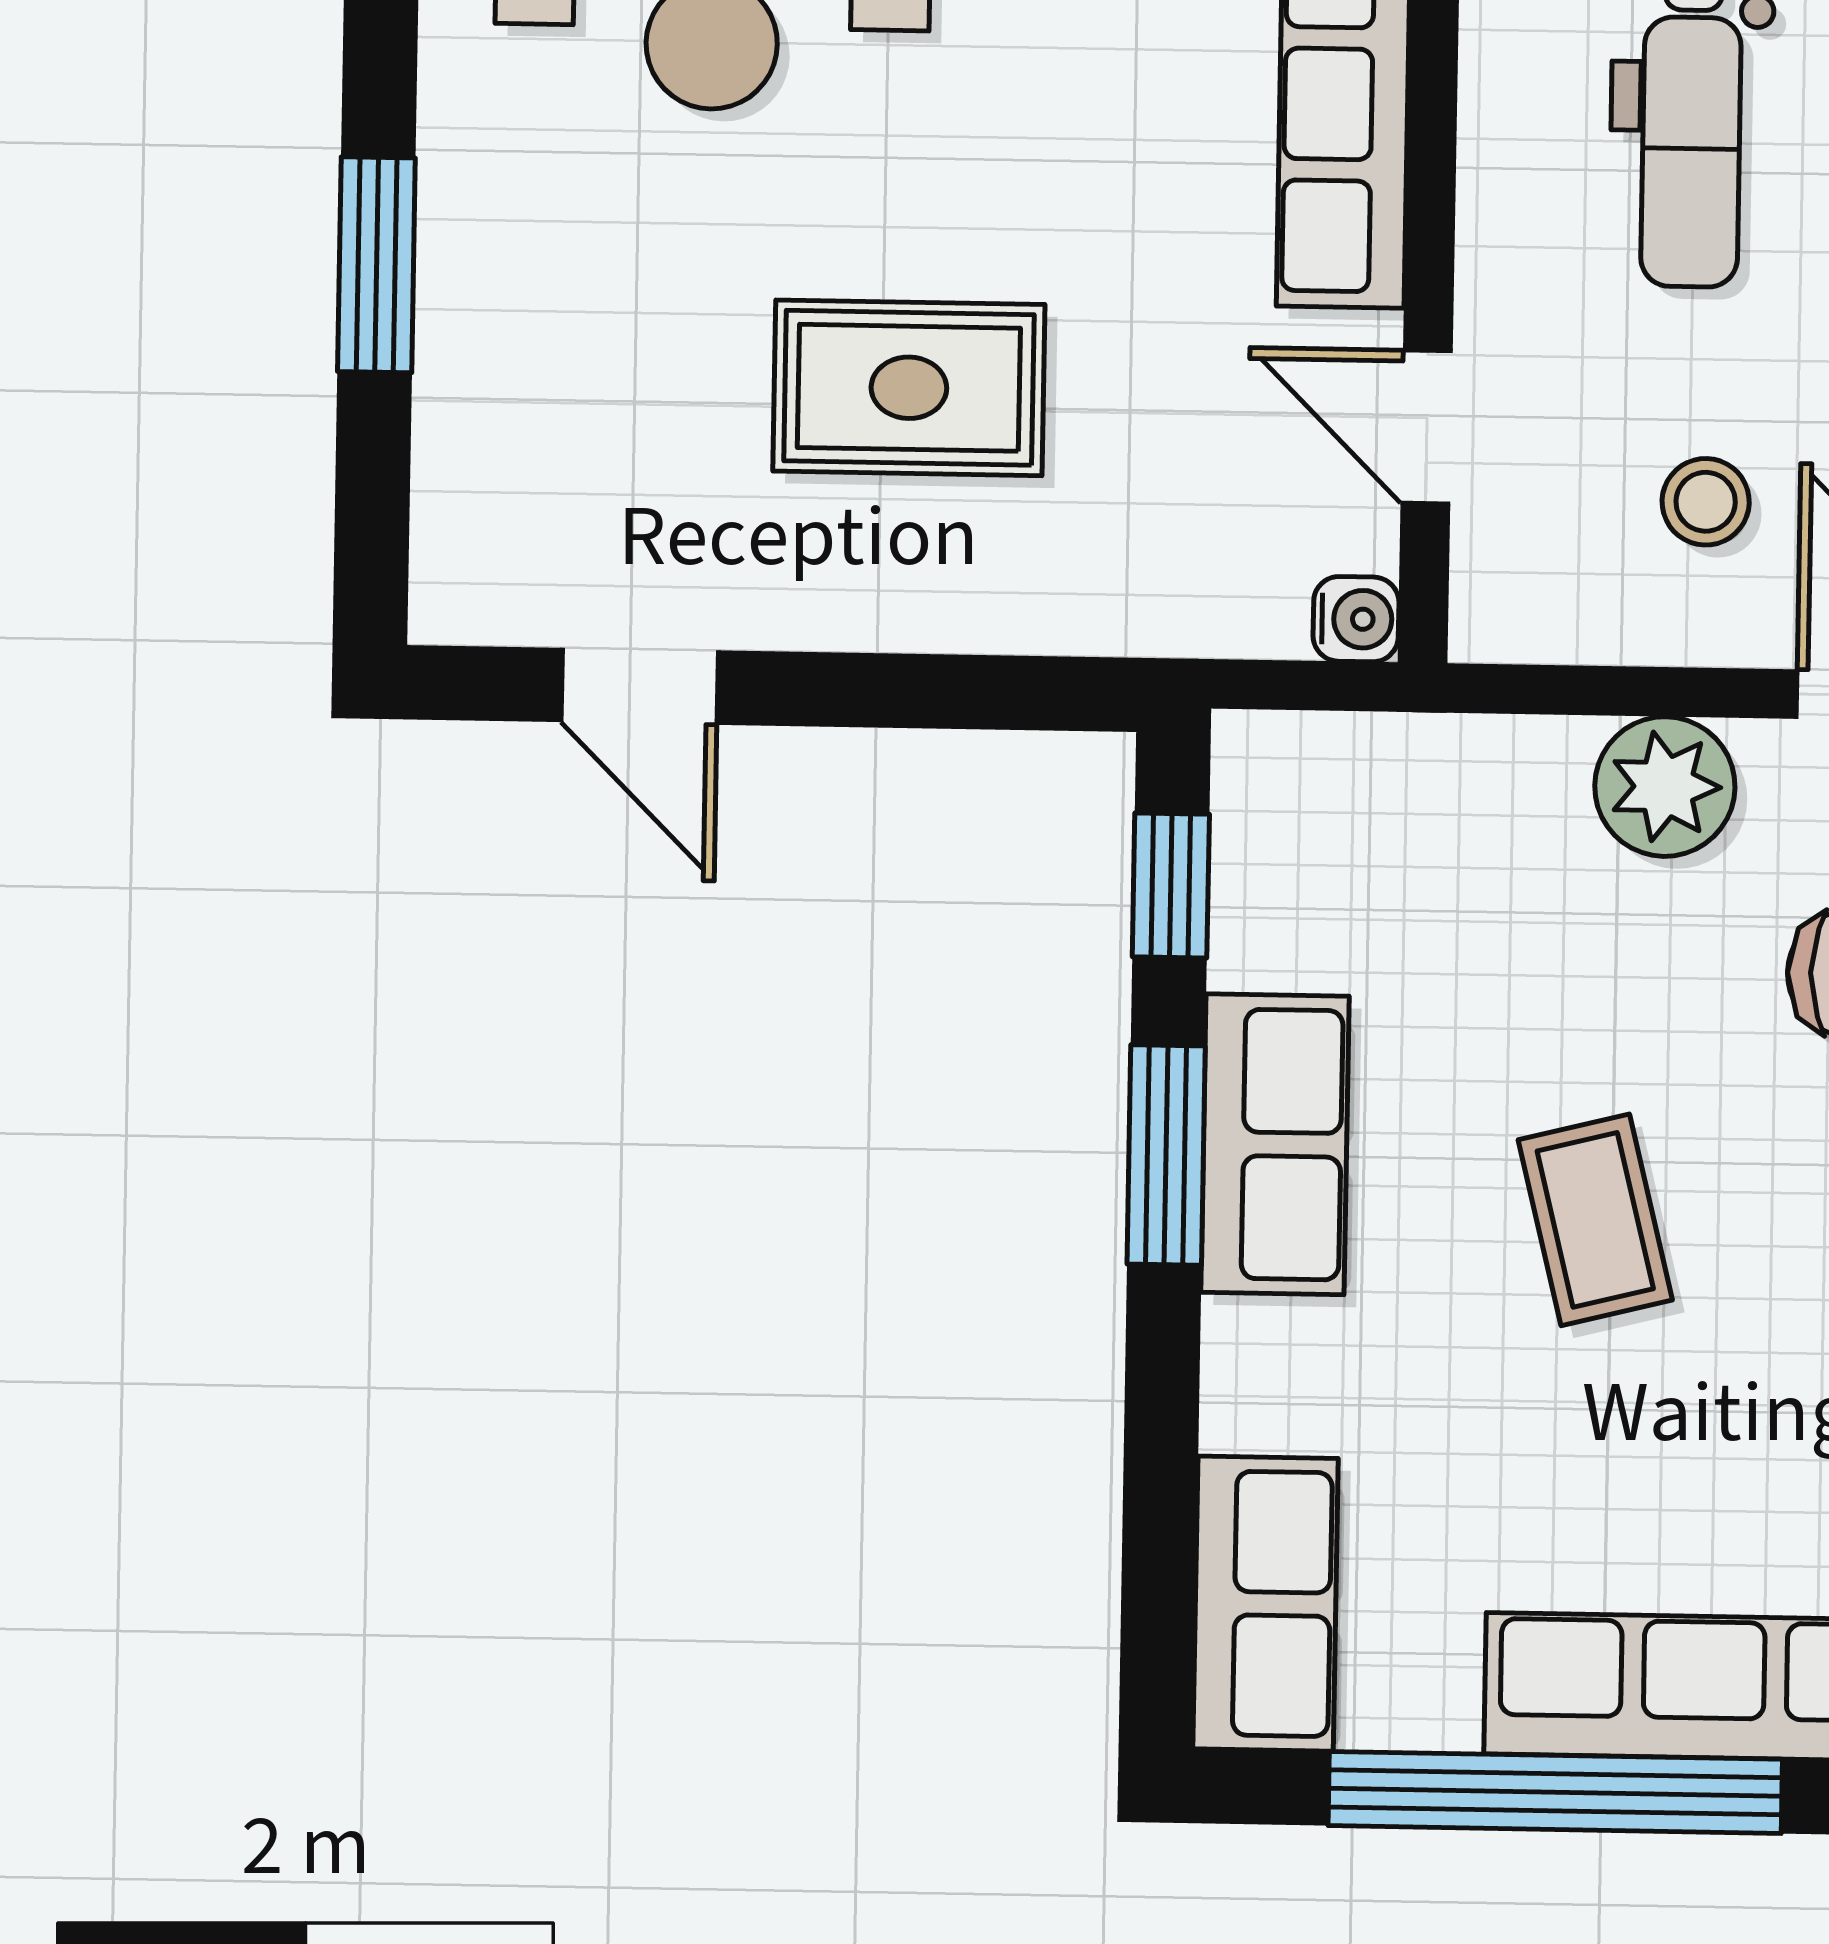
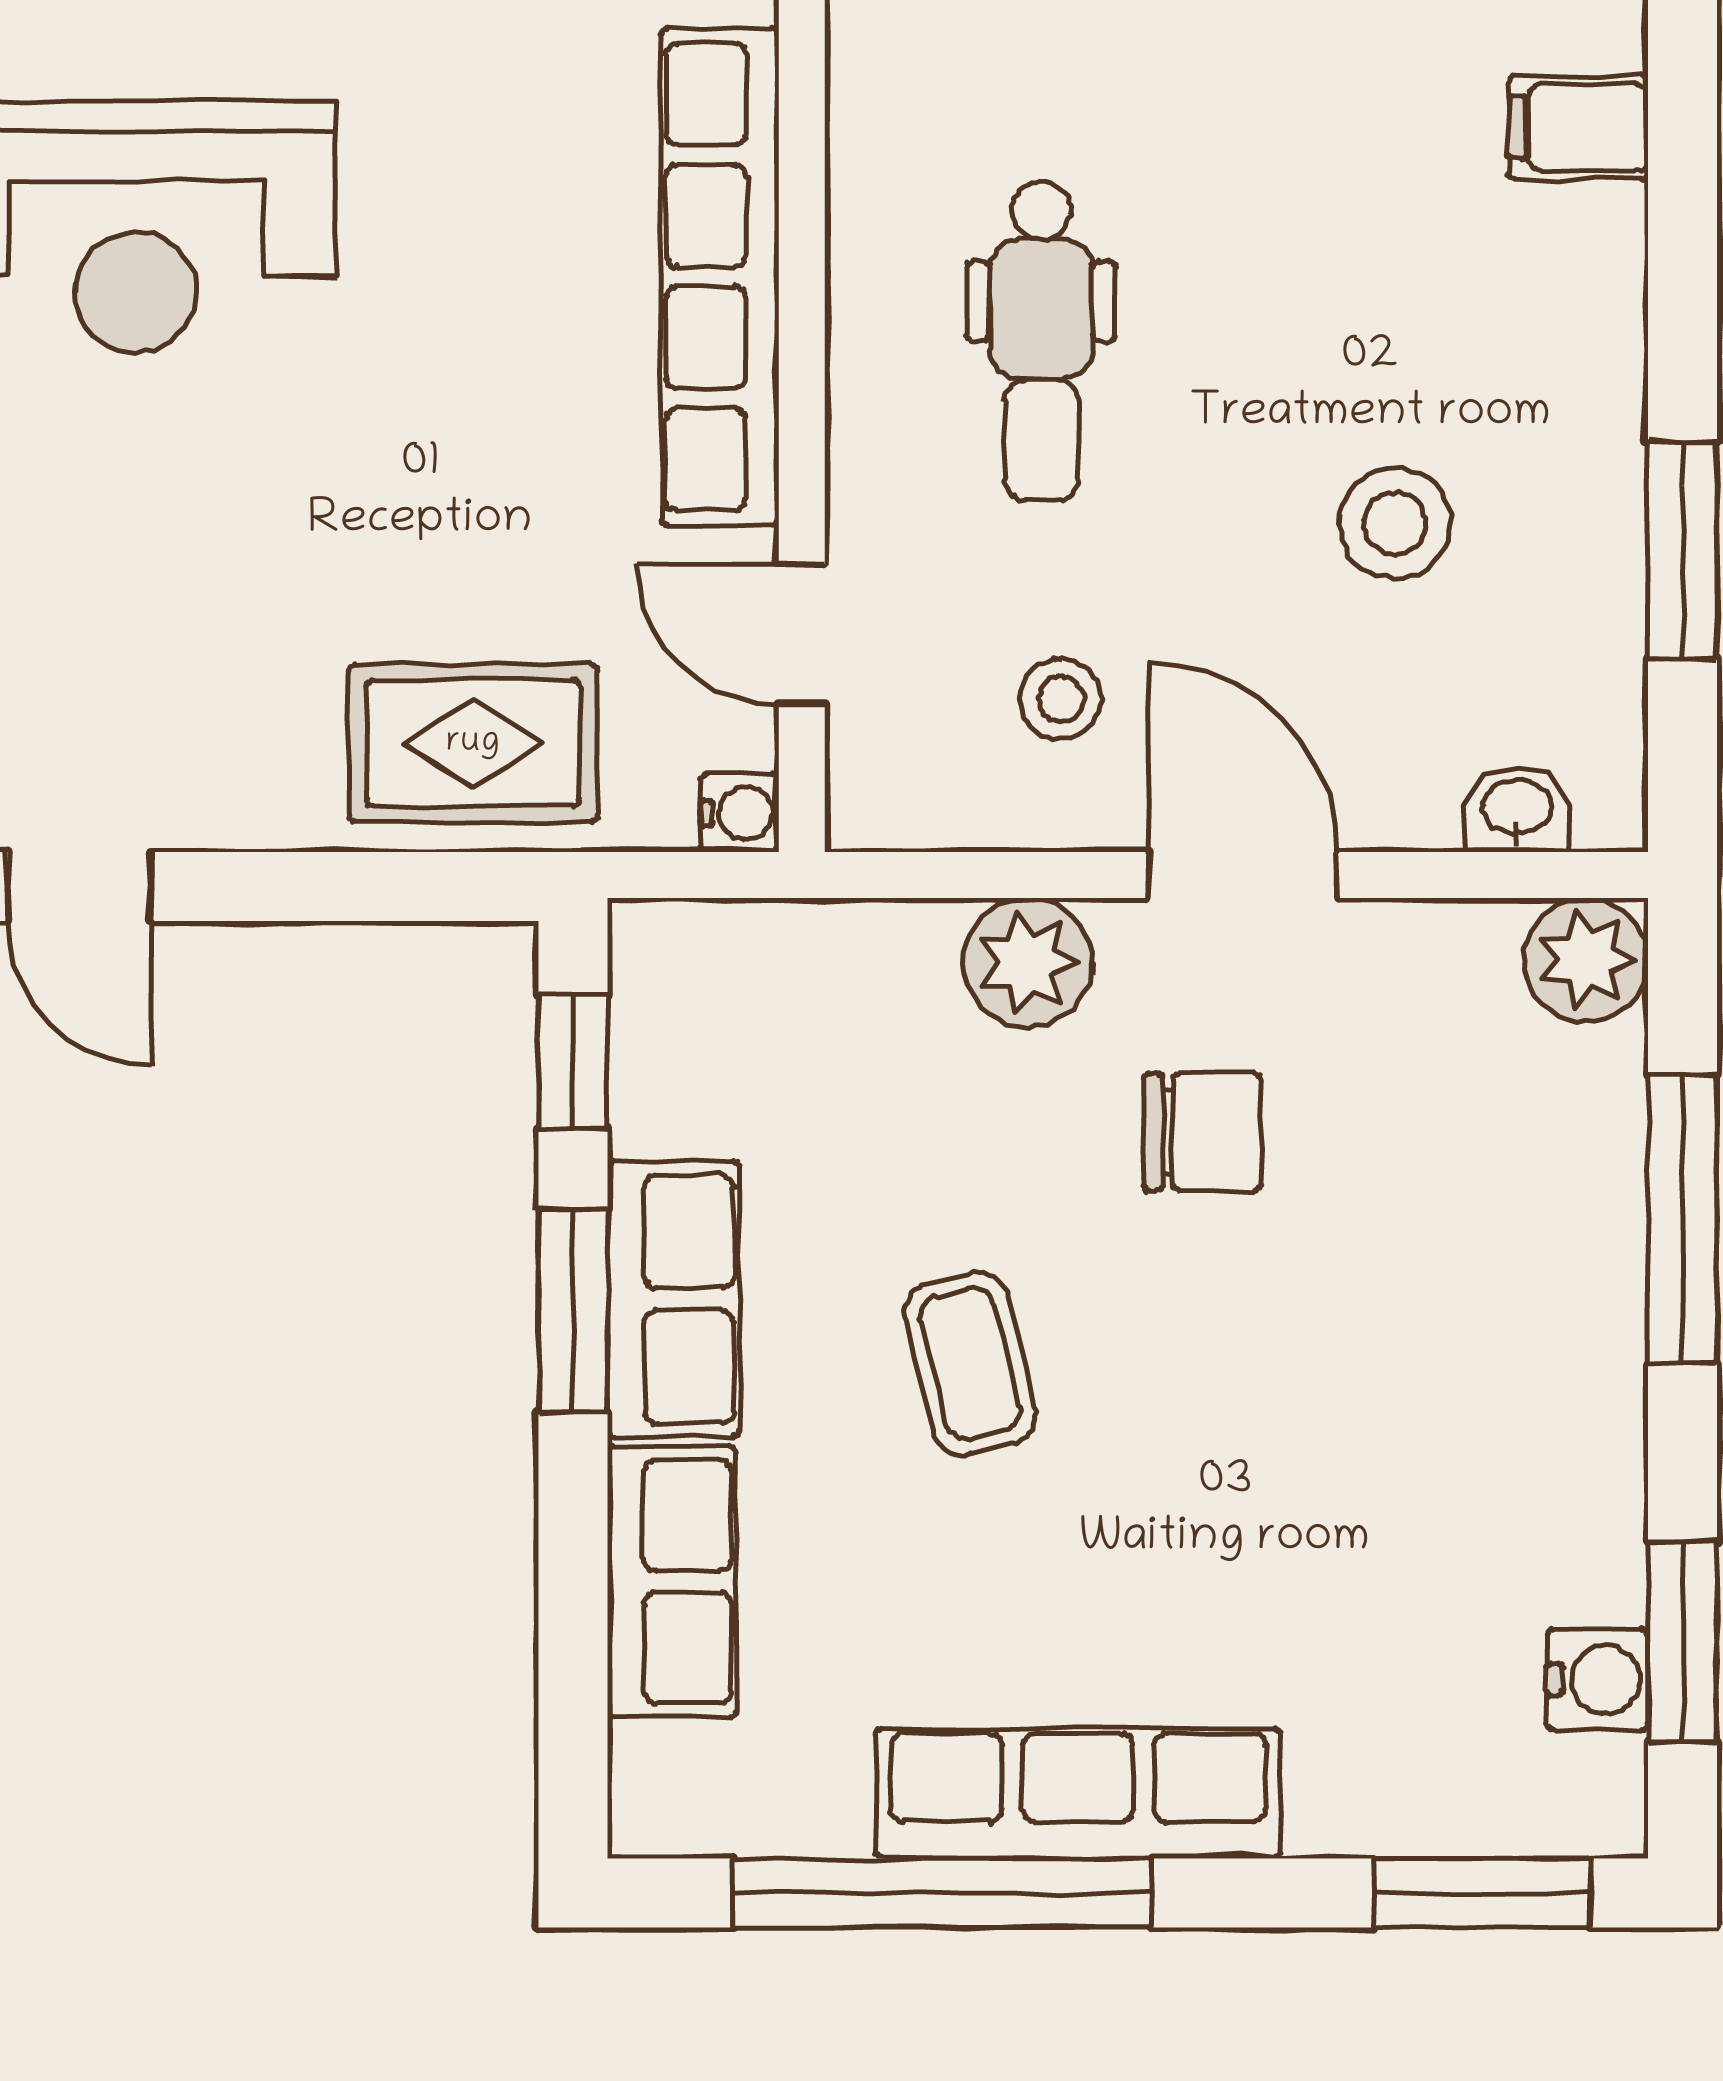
rug: (909, 388) -> (473, 743), moved
row of seats: (1266, 1604) -> (672, 1582), moved

